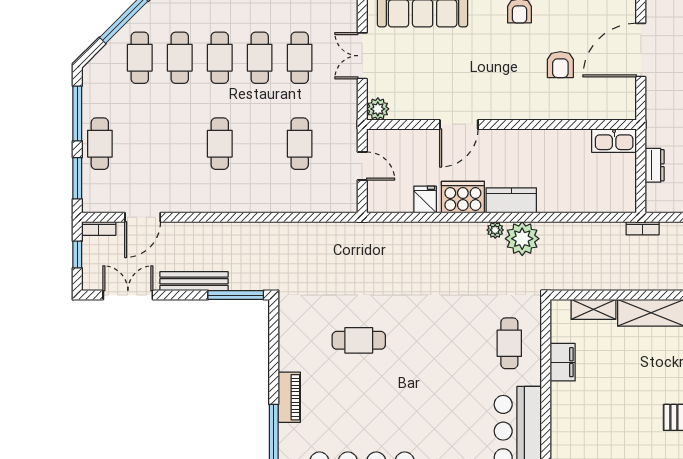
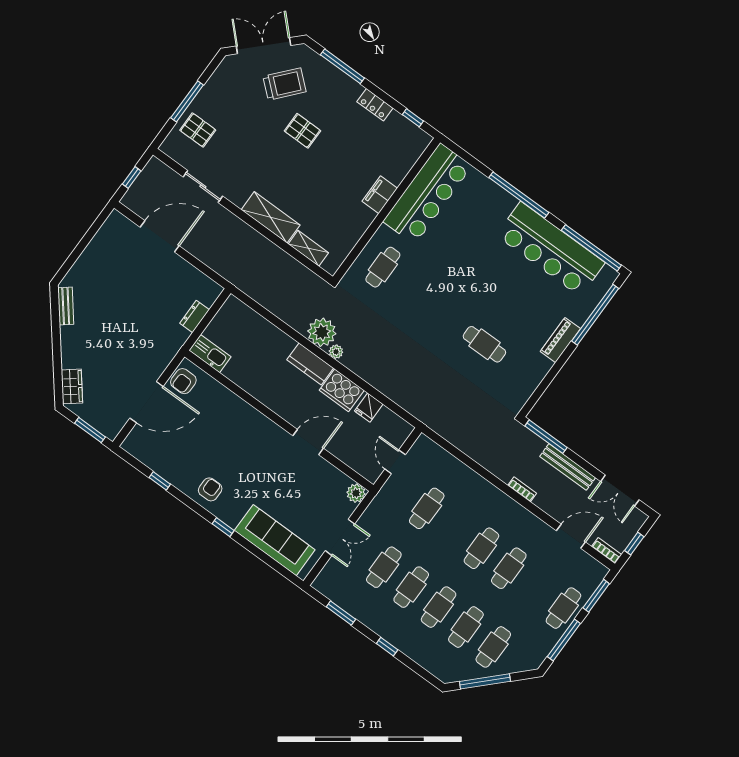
armchair: (560, 65) -> (183, 381), moved, turned 180
cafe table: (180, 144) -> (509, 568), added
bookcase: (643, 228) -> (522, 489), moved
filing cabinet: (563, 362) -> (380, 195), moved

